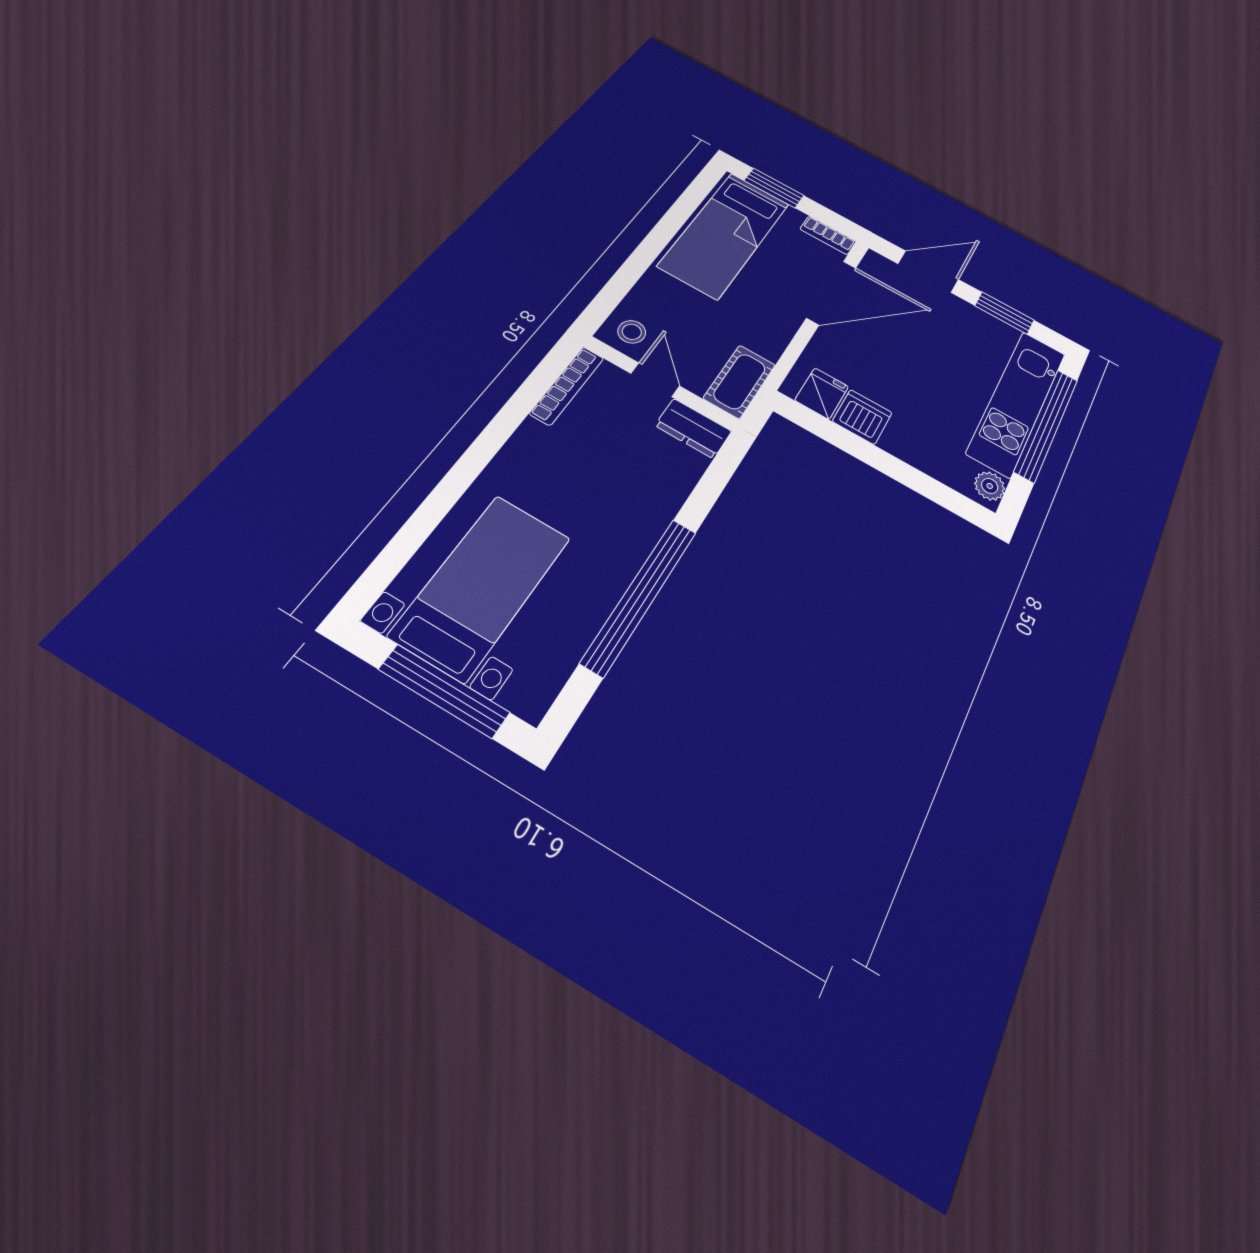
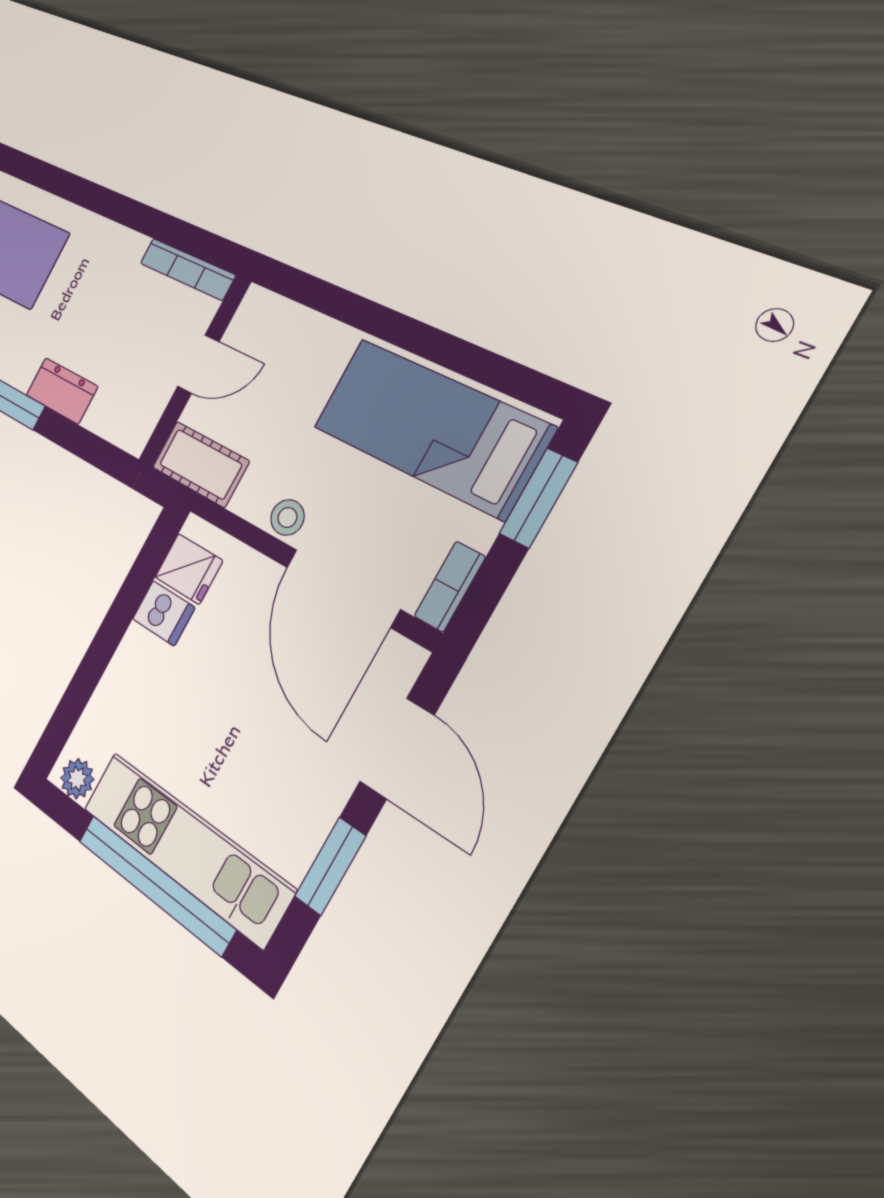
stool: (632, 332) -> (287, 517), moved
dishwasher: (862, 417) -> (164, 613), width x0.73
dresser: (693, 428) -> (62, 391), moved, turned 90

